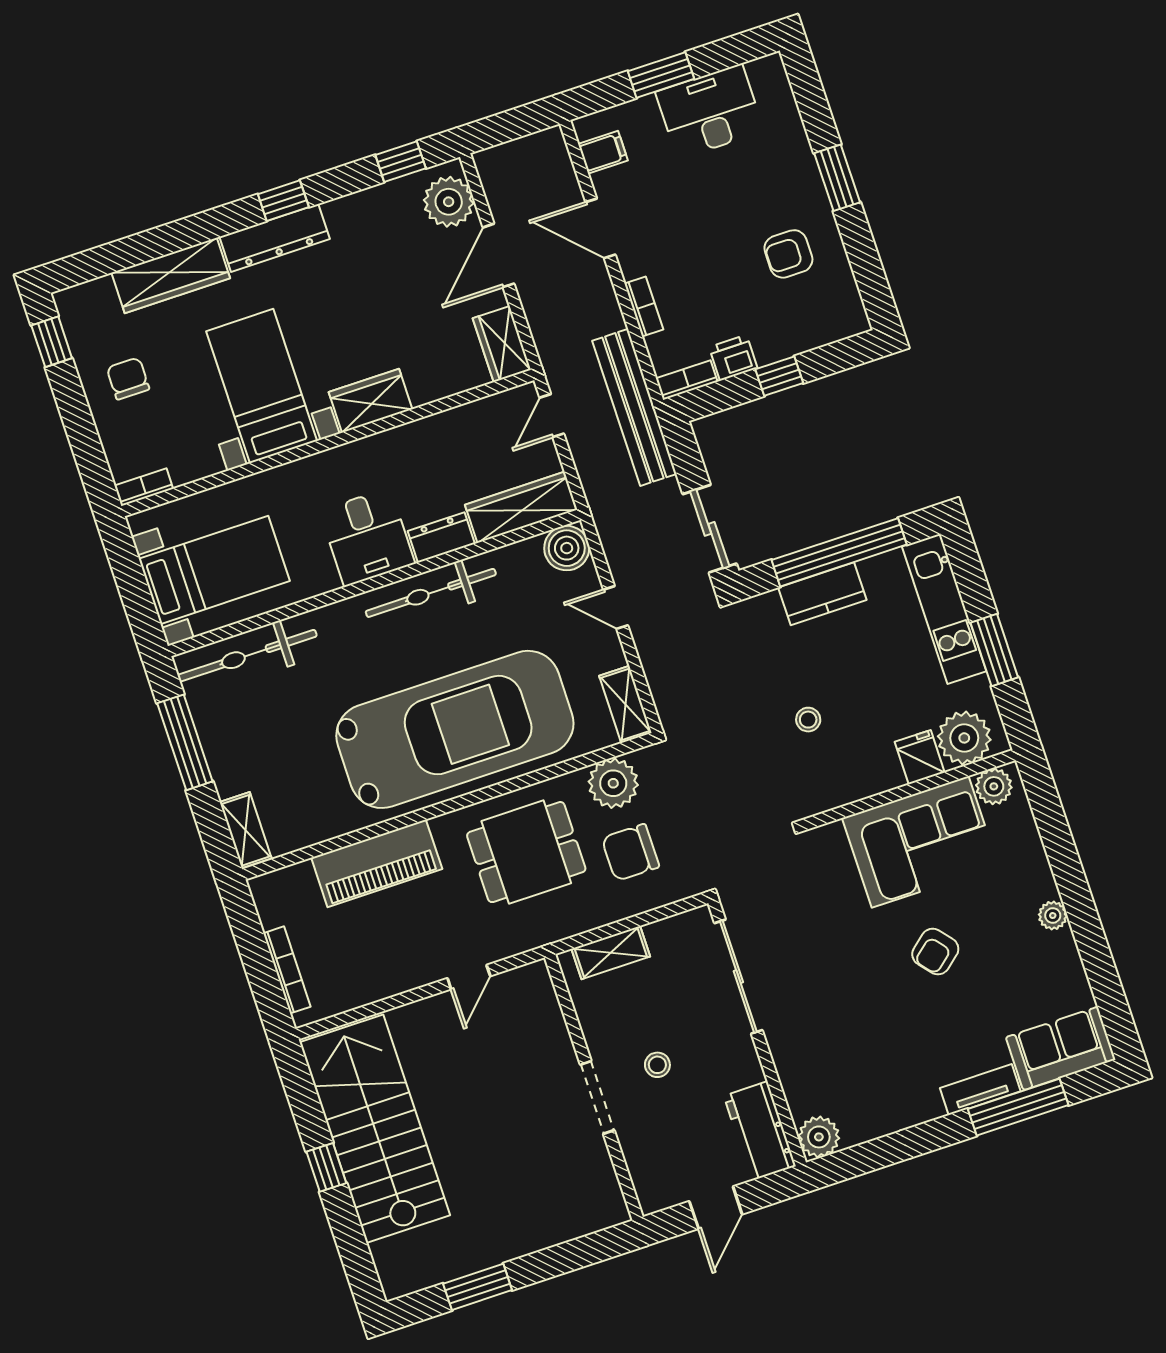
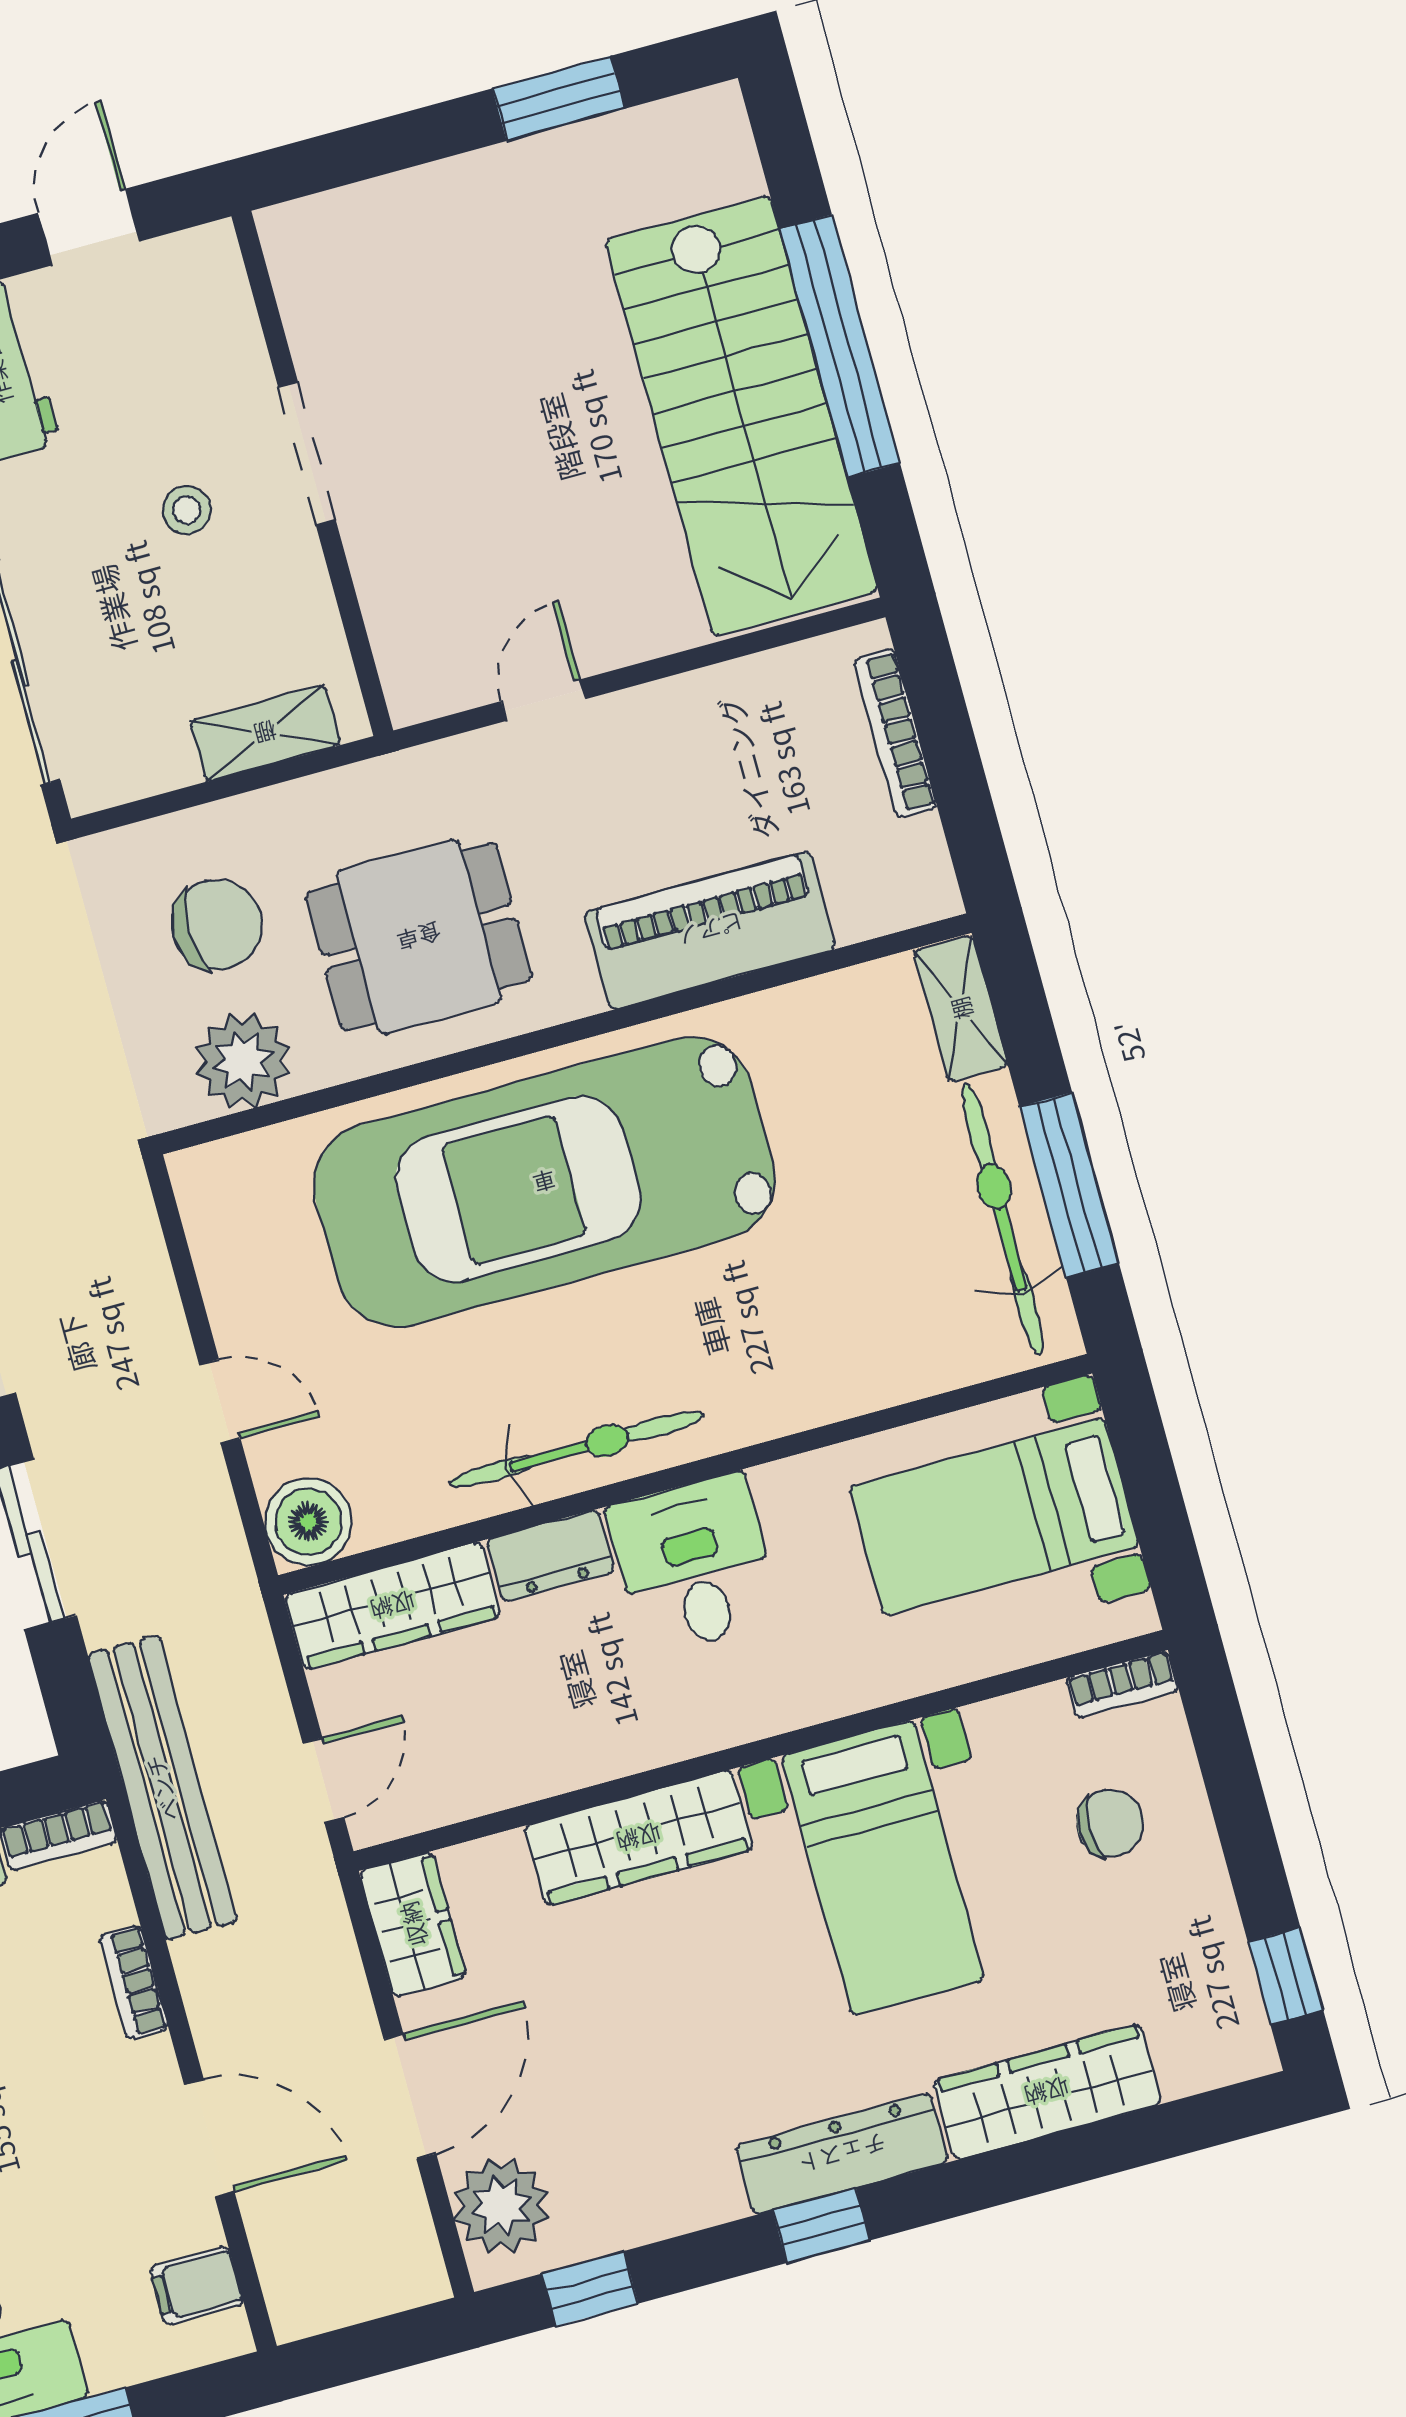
chair: (128, 378) -> (1110, 1823), moved, turned -90
wardrobe: (371, 401) -> (639, 1838), width x1.50
bicycle: (247, 656) -> (1003, 1219), moved, turned -90
shelving: (625, 704) -> (211, 1213), removed
window: (326, 1167) -> (840, 346), width x3.17

